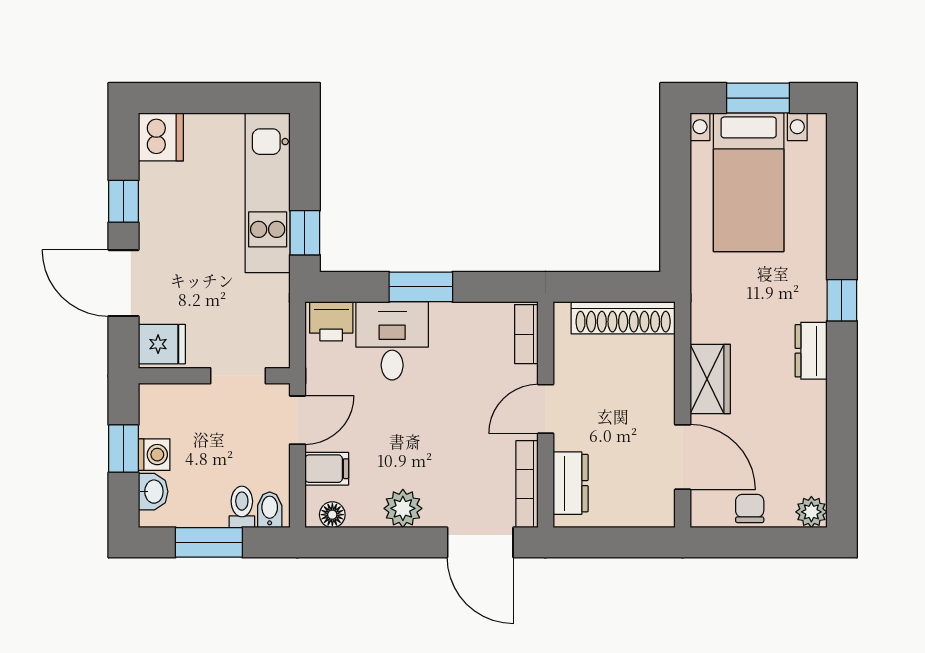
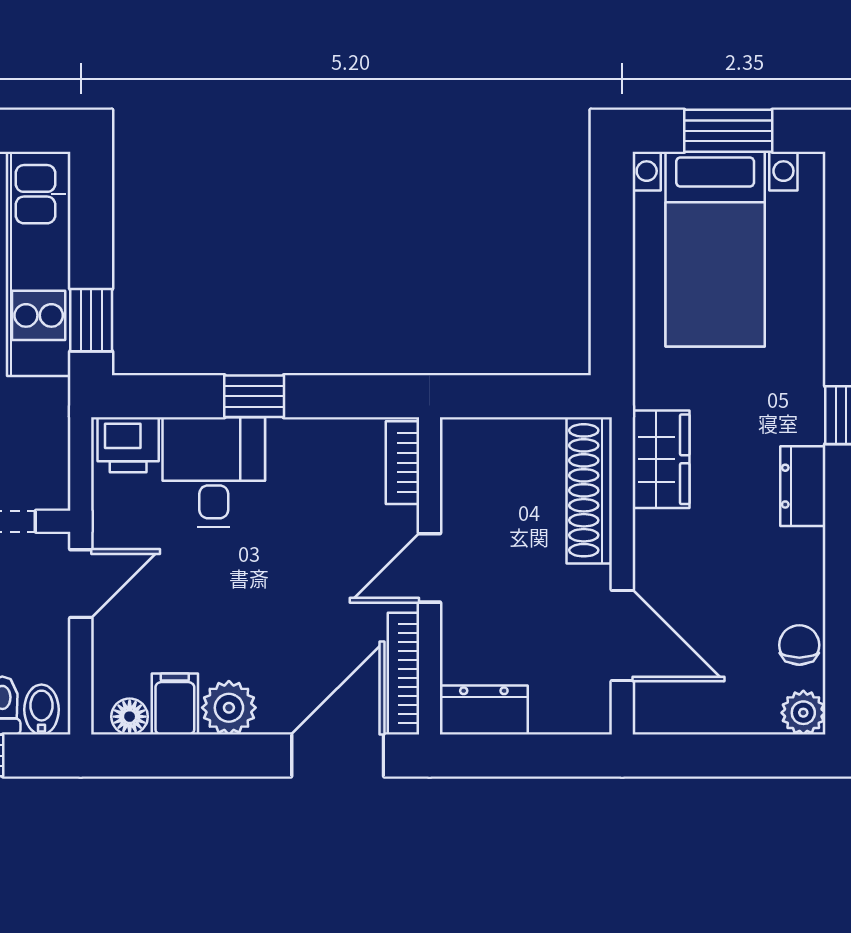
window: (421, 287) -> (254, 396), width x0.67
shoe rack: (623, 318) -> (589, 490), moved, turned 90
wardrobe: (710, 379) -> (661, 459), moved
filing cabinet: (327, 469) -> (175, 704), moved, turned -90
dresser: (571, 483) -> (484, 710), moved, turned -90
chair: (750, 508) -> (799, 645), moved
door: (480, 542) -> (338, 756), swing flipped

